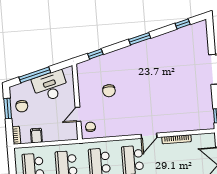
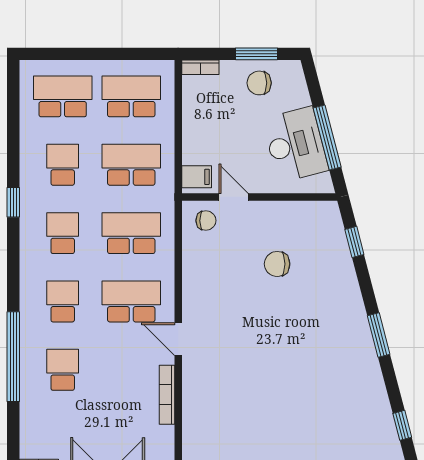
window: (35, 75) -> (327, 137), moved
filing cabinet: (36, 136) -> (197, 177), moved

